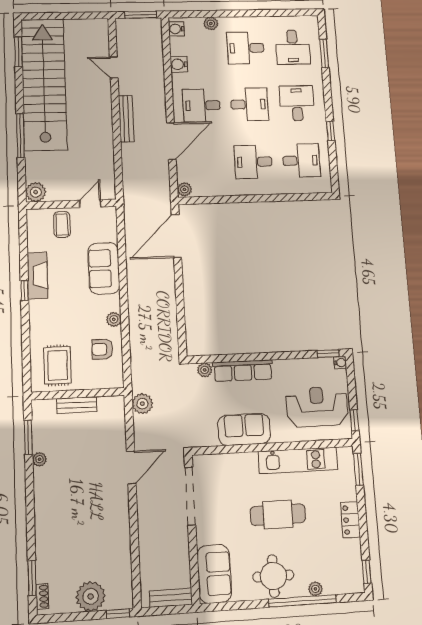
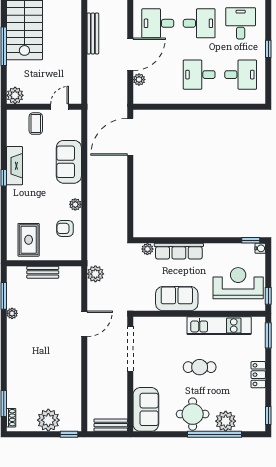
plant: (184, 189) -> (139, 80), moved
cafe table: (278, 515) -> (200, 367), width x0.73, depth x0.74
plant: (315, 589) -> (226, 421), width x1.88, depth x1.88

